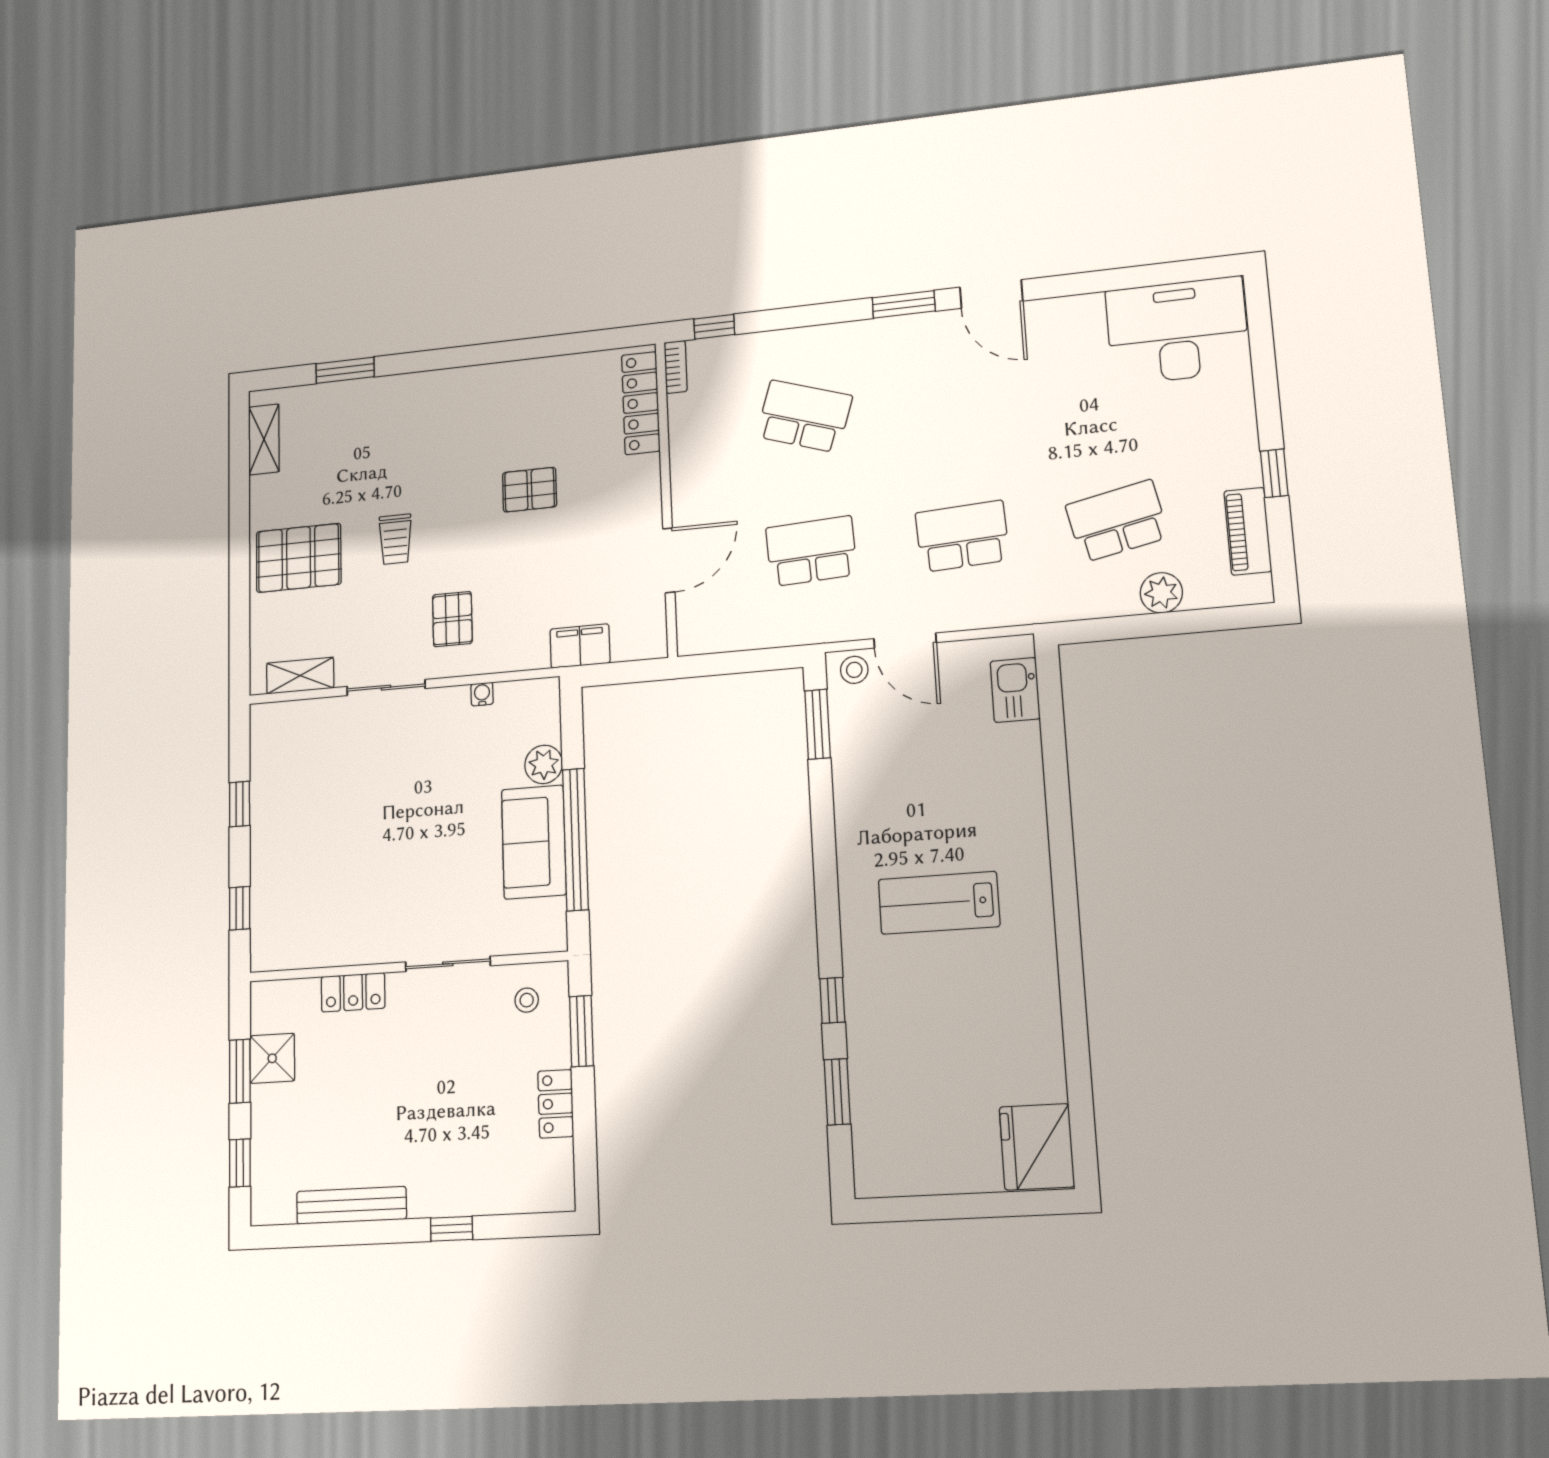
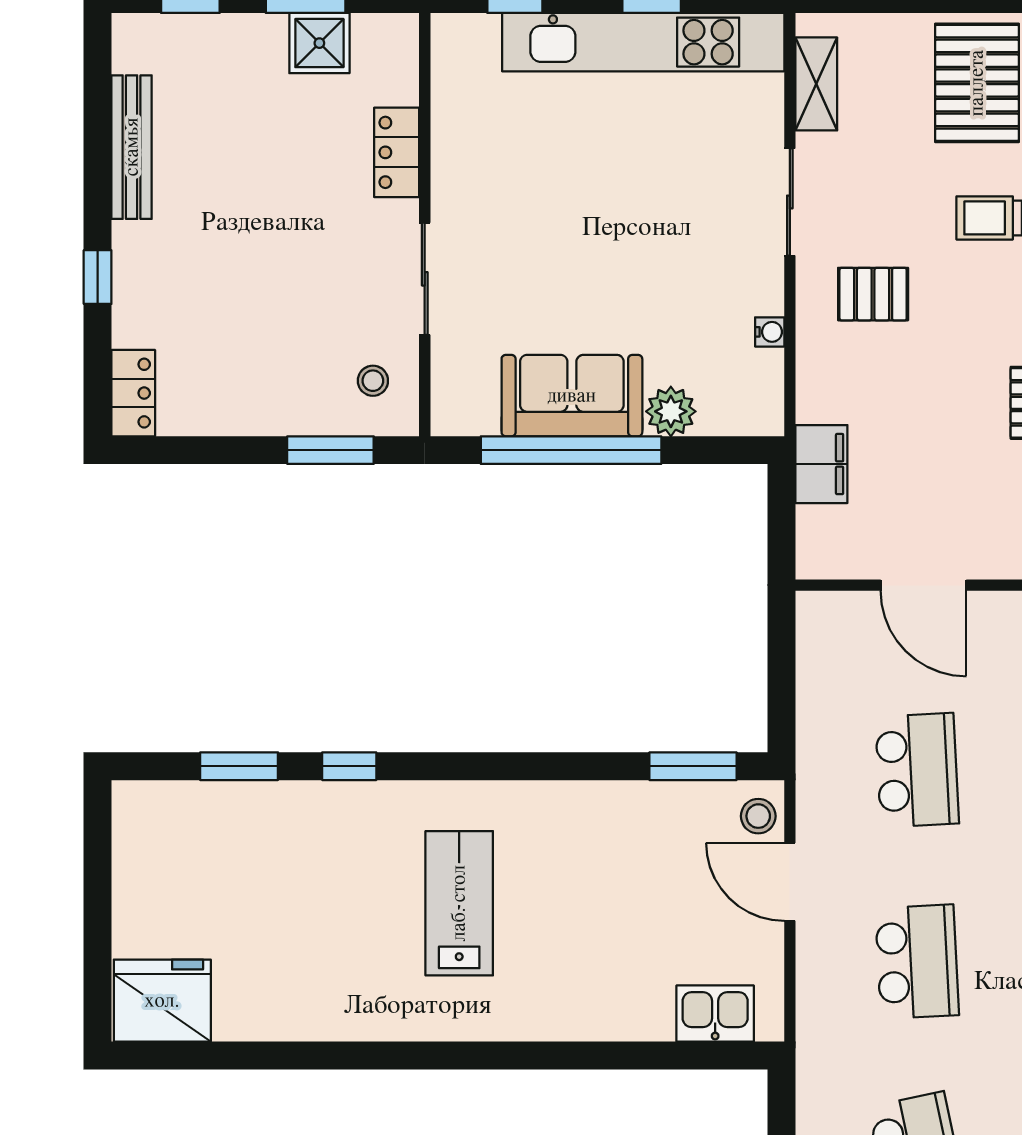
door: (905, 641) -> (790, 882), hinge flipped
kitchen unit: (271, 808) -> (643, 42), added
locker: (556, 1104) -> (133, 393), moved, turned 90

